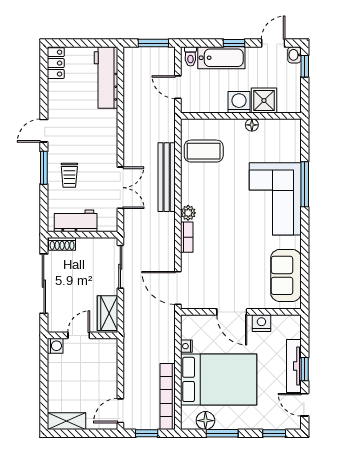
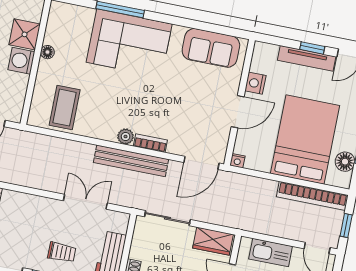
bench: (167, 177) -> (131, 161), moved
nightstand: (186, 346) -> (237, 161), moved
kitchen sink: (108, 368) -> (271, 253), added

